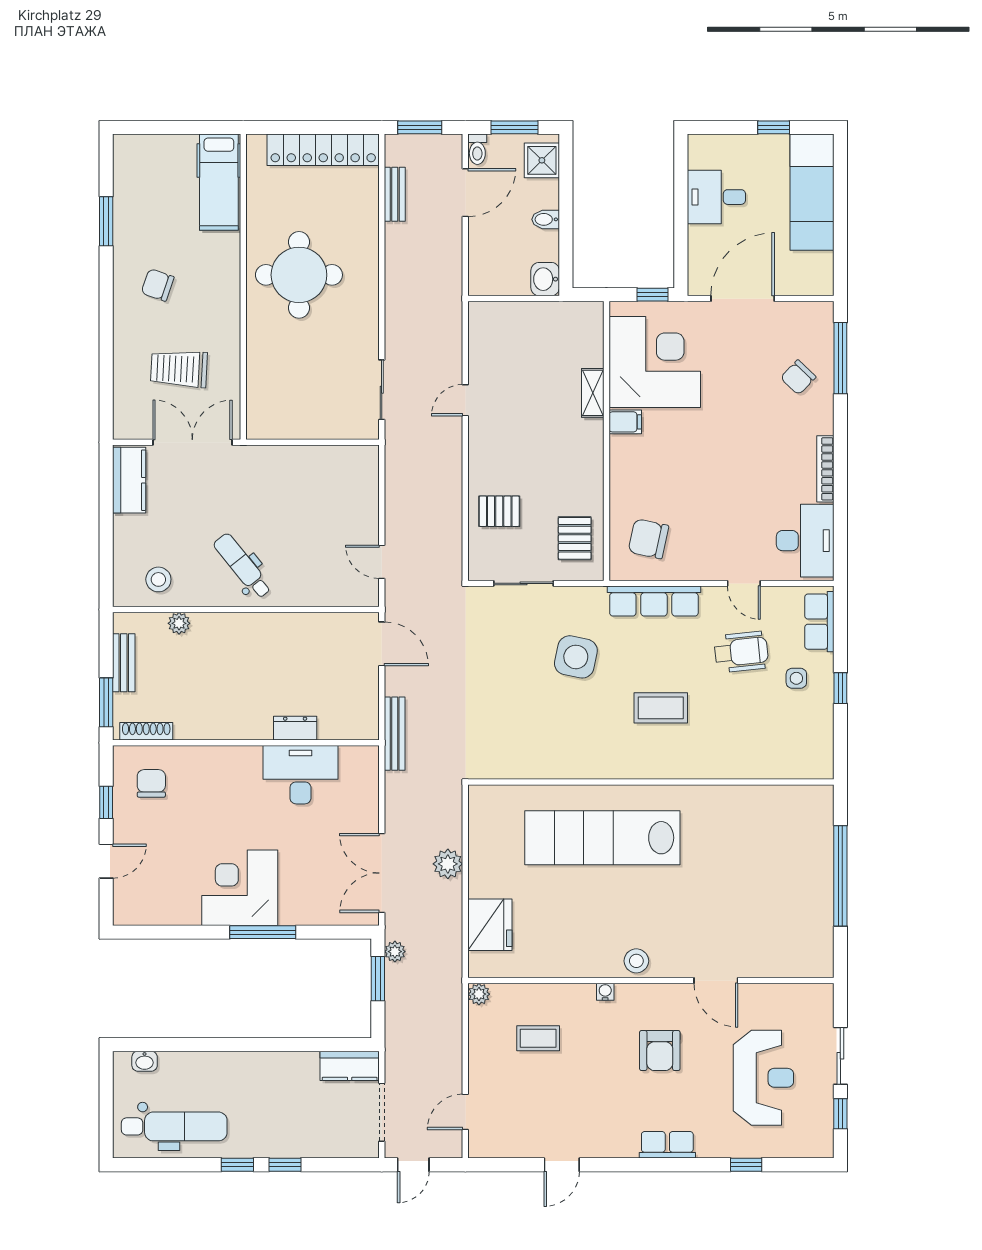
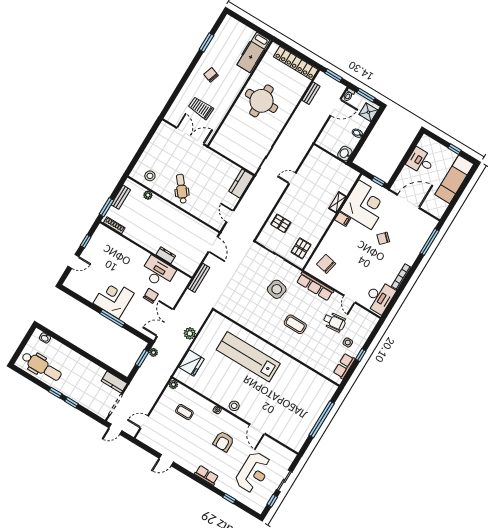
chair: (798, 377) -> (383, 238), moved
kitchen counter: (129, 480) -> (241, 184), moved, turned 180
row of seats: (819, 622) -> (344, 366), moved
chair: (151, 783) -> (151, 296), moved

